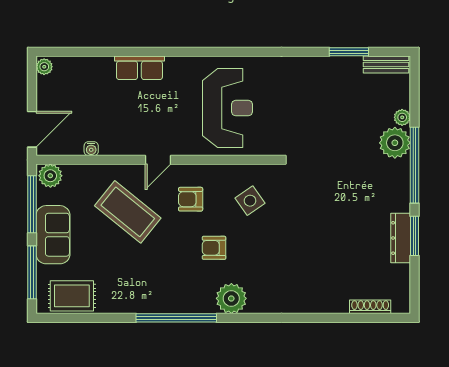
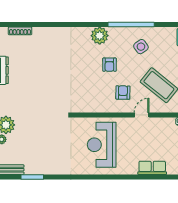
armchair: (191, 199) -> (123, 93), turned -89
side table: (250, 201) -> (141, 47), moved
armchair: (214, 248) -> (109, 65), turned 90

